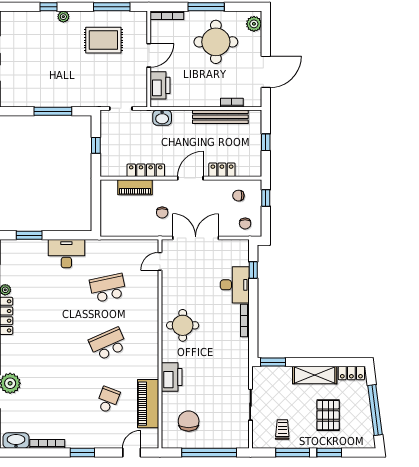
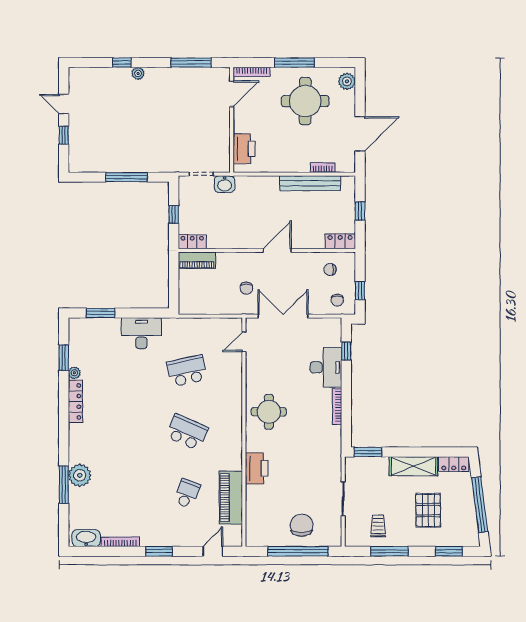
rug: (103, 40) -> (182, 99), removed
door: (149, 55) -> (232, 94), moved
washbasin: (162, 118) -> (225, 184), moved
locker: (146, 170) -> (192, 242), moved, width x0.66
locker: (222, 170) -> (340, 241), moved
piano: (135, 187) -> (197, 260), moved
window: (266, 198) -> (360, 291), moved
school desk: (108, 344) -> (187, 432), turned 48
chair: (189, 421) -> (302, 525), moved
window: (329, 453) -> (449, 551), moved

